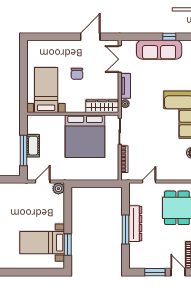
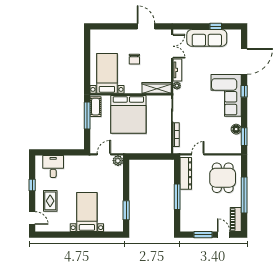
door: (90, 37) -> (146, 26), hinge flipped
double door: (120, 59) -> (172, 46), swing flipped
bed: (85, 136) -> (128, 114), moved
cot: (33, 146) -> (95, 107), moved
window: (24, 150) -> (87, 116), moved
dresser: (135, 224) -> (186, 173), moved
bed with nightstands: (42, 243) -> (87, 212), moved, turned 90

